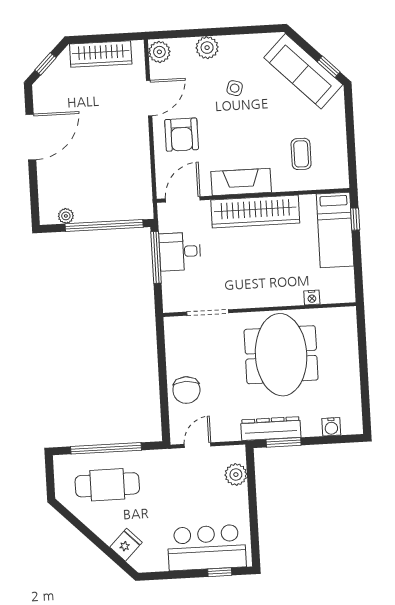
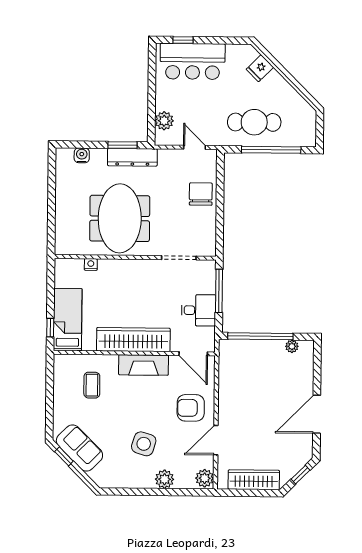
sofa: (303, 71) -> (79, 448), width x0.73
side table: (235, 88) -> (144, 444), width x1.87, depth x1.87
armchair: (182, 135) -> (191, 408), turned -90
door: (183, 199) -> (193, 354), hinge flipped
window: (156, 257) -> (219, 291), moved
door: (198, 445) -> (195, 147), swing flipped
cafe table: (107, 485) -> (254, 122), moved

